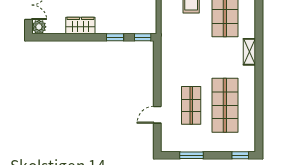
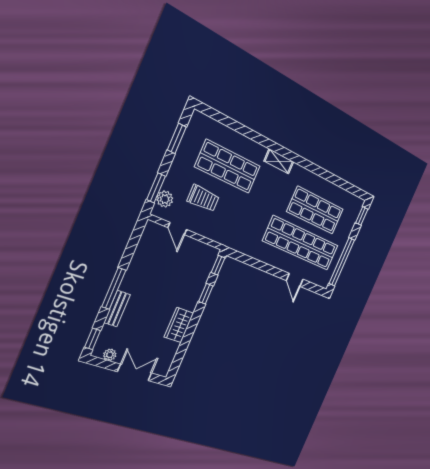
plant: (39, 27) -> (162, 368), removed
shop shelf: (191, 105) -> (301, 243), width x2.00, depth x1.36
window: (191, 155) -> (342, 262), width x2.11

